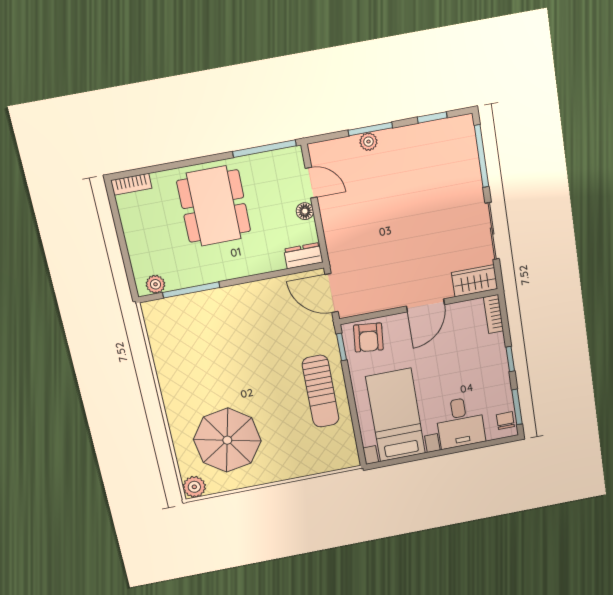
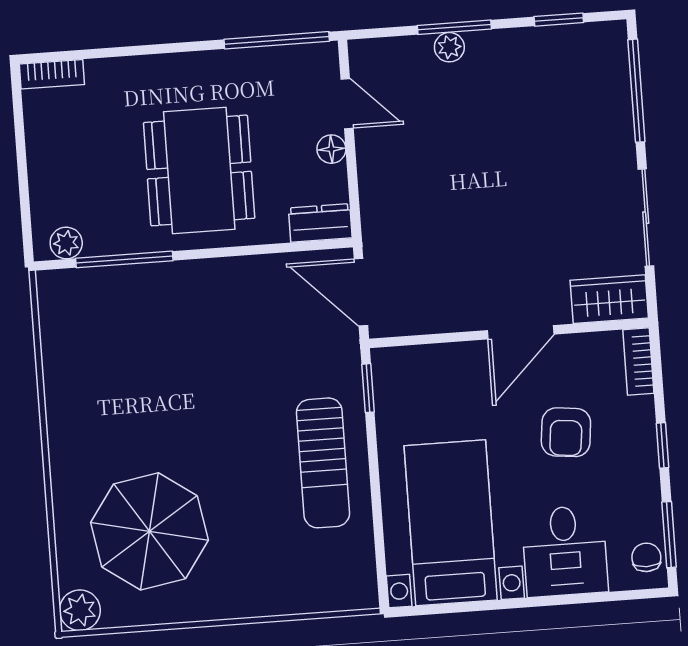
dining table: (214, 206) -> (199, 170), moved
armchair: (368, 338) -> (566, 432), moved

